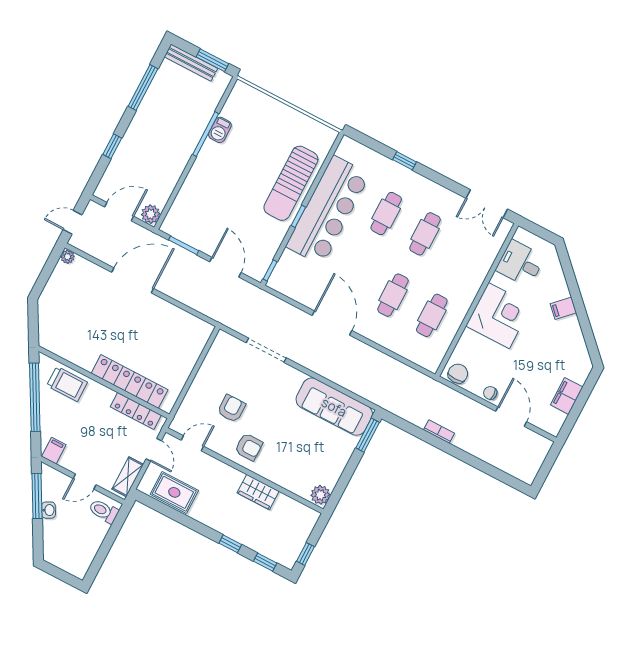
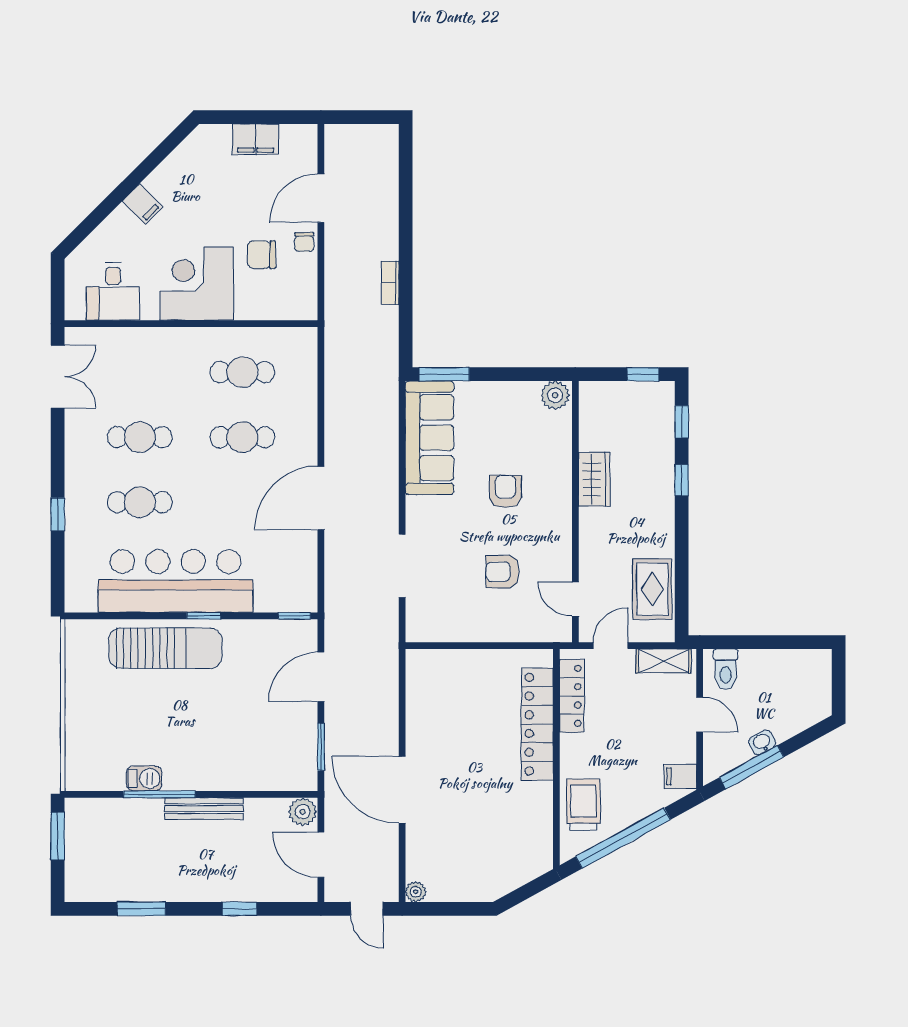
bench: (191, 63) -> (204, 809), moved, turned 90
window: (143, 88) -> (141, 909), width x0.69
chair: (458, 374) -> (261, 255), moved
armchair: (249, 447) -> (505, 491), moved

